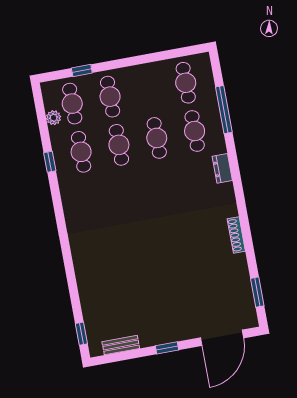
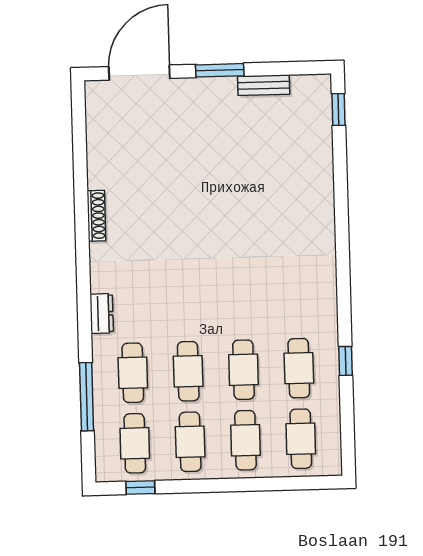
window: (82, 70) -> (140, 488), moved
cafe table: (148, 90) -> (190, 442), added
plant: (54, 118) -> (330, 423), removed
window: (257, 292) -> (79, 130), removed
bench: (121, 345) -> (264, 85), moved
window: (167, 348) -> (220, 70), width x1.50

